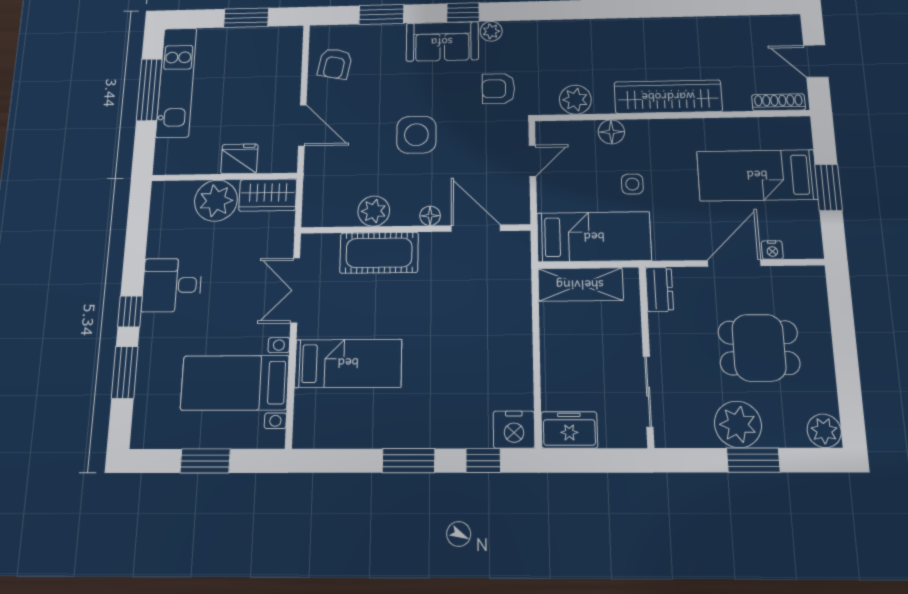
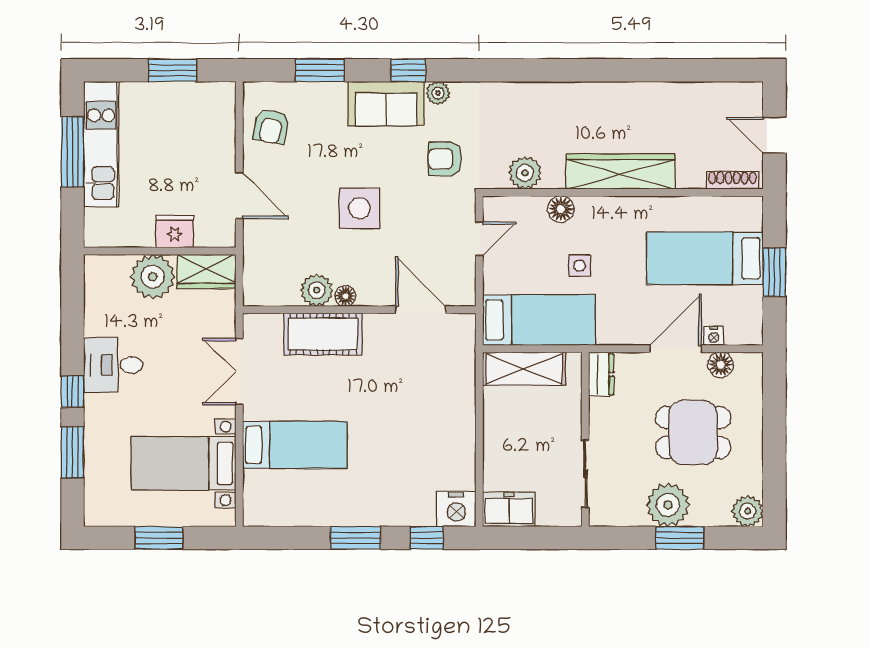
floor lamp: (430, 216) -> (345, 296), moved
floor lamp: (782, 279) -> (721, 365), added

